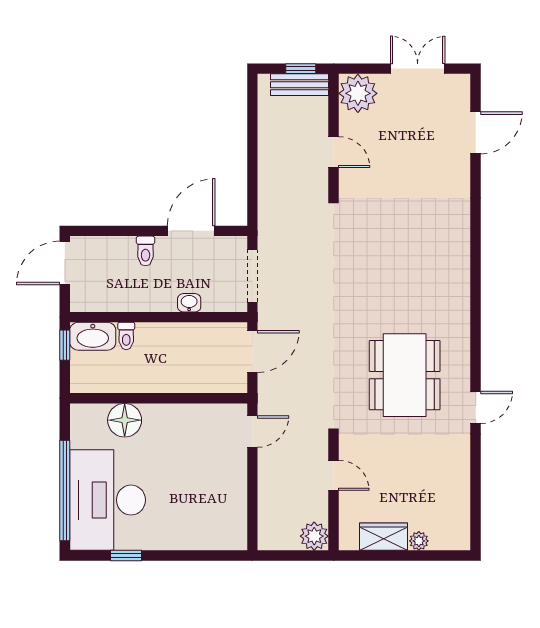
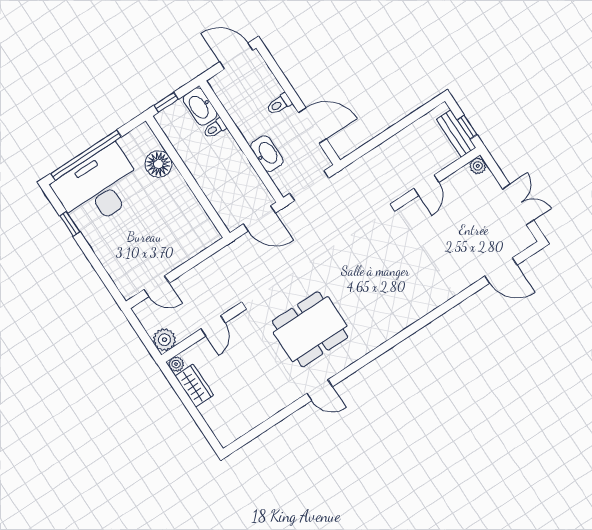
plant: (358, 93) -> (478, 166), width x0.53, depth x0.53
washbasin: (189, 303) -> (267, 154), width x1.91, depth x1.45
window: (65, 345) -> (166, 102), moved
door: (252, 431) -> (157, 286), moved
plant: (419, 541) -> (176, 364), moved

